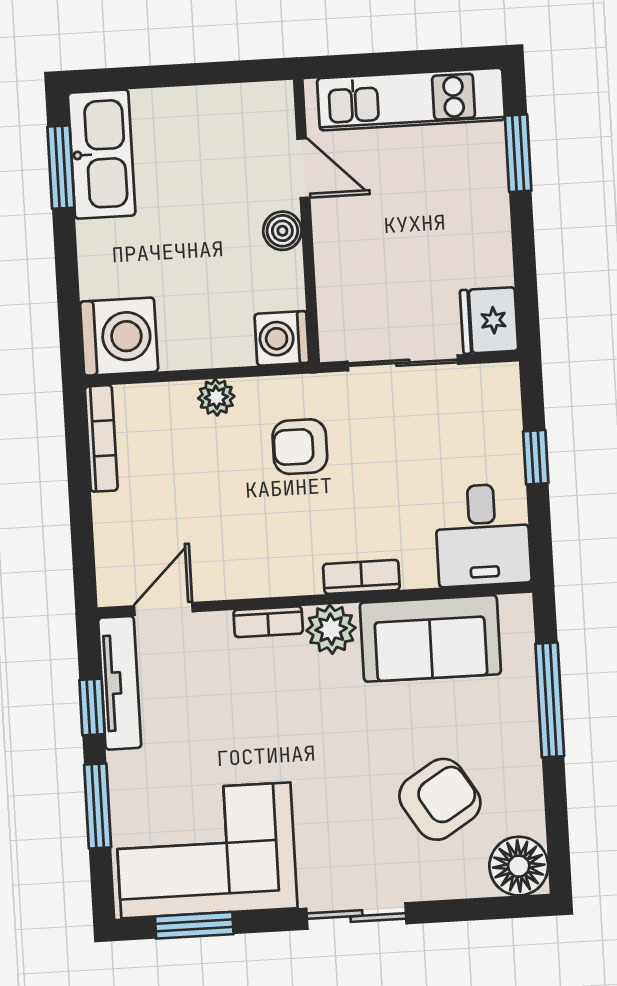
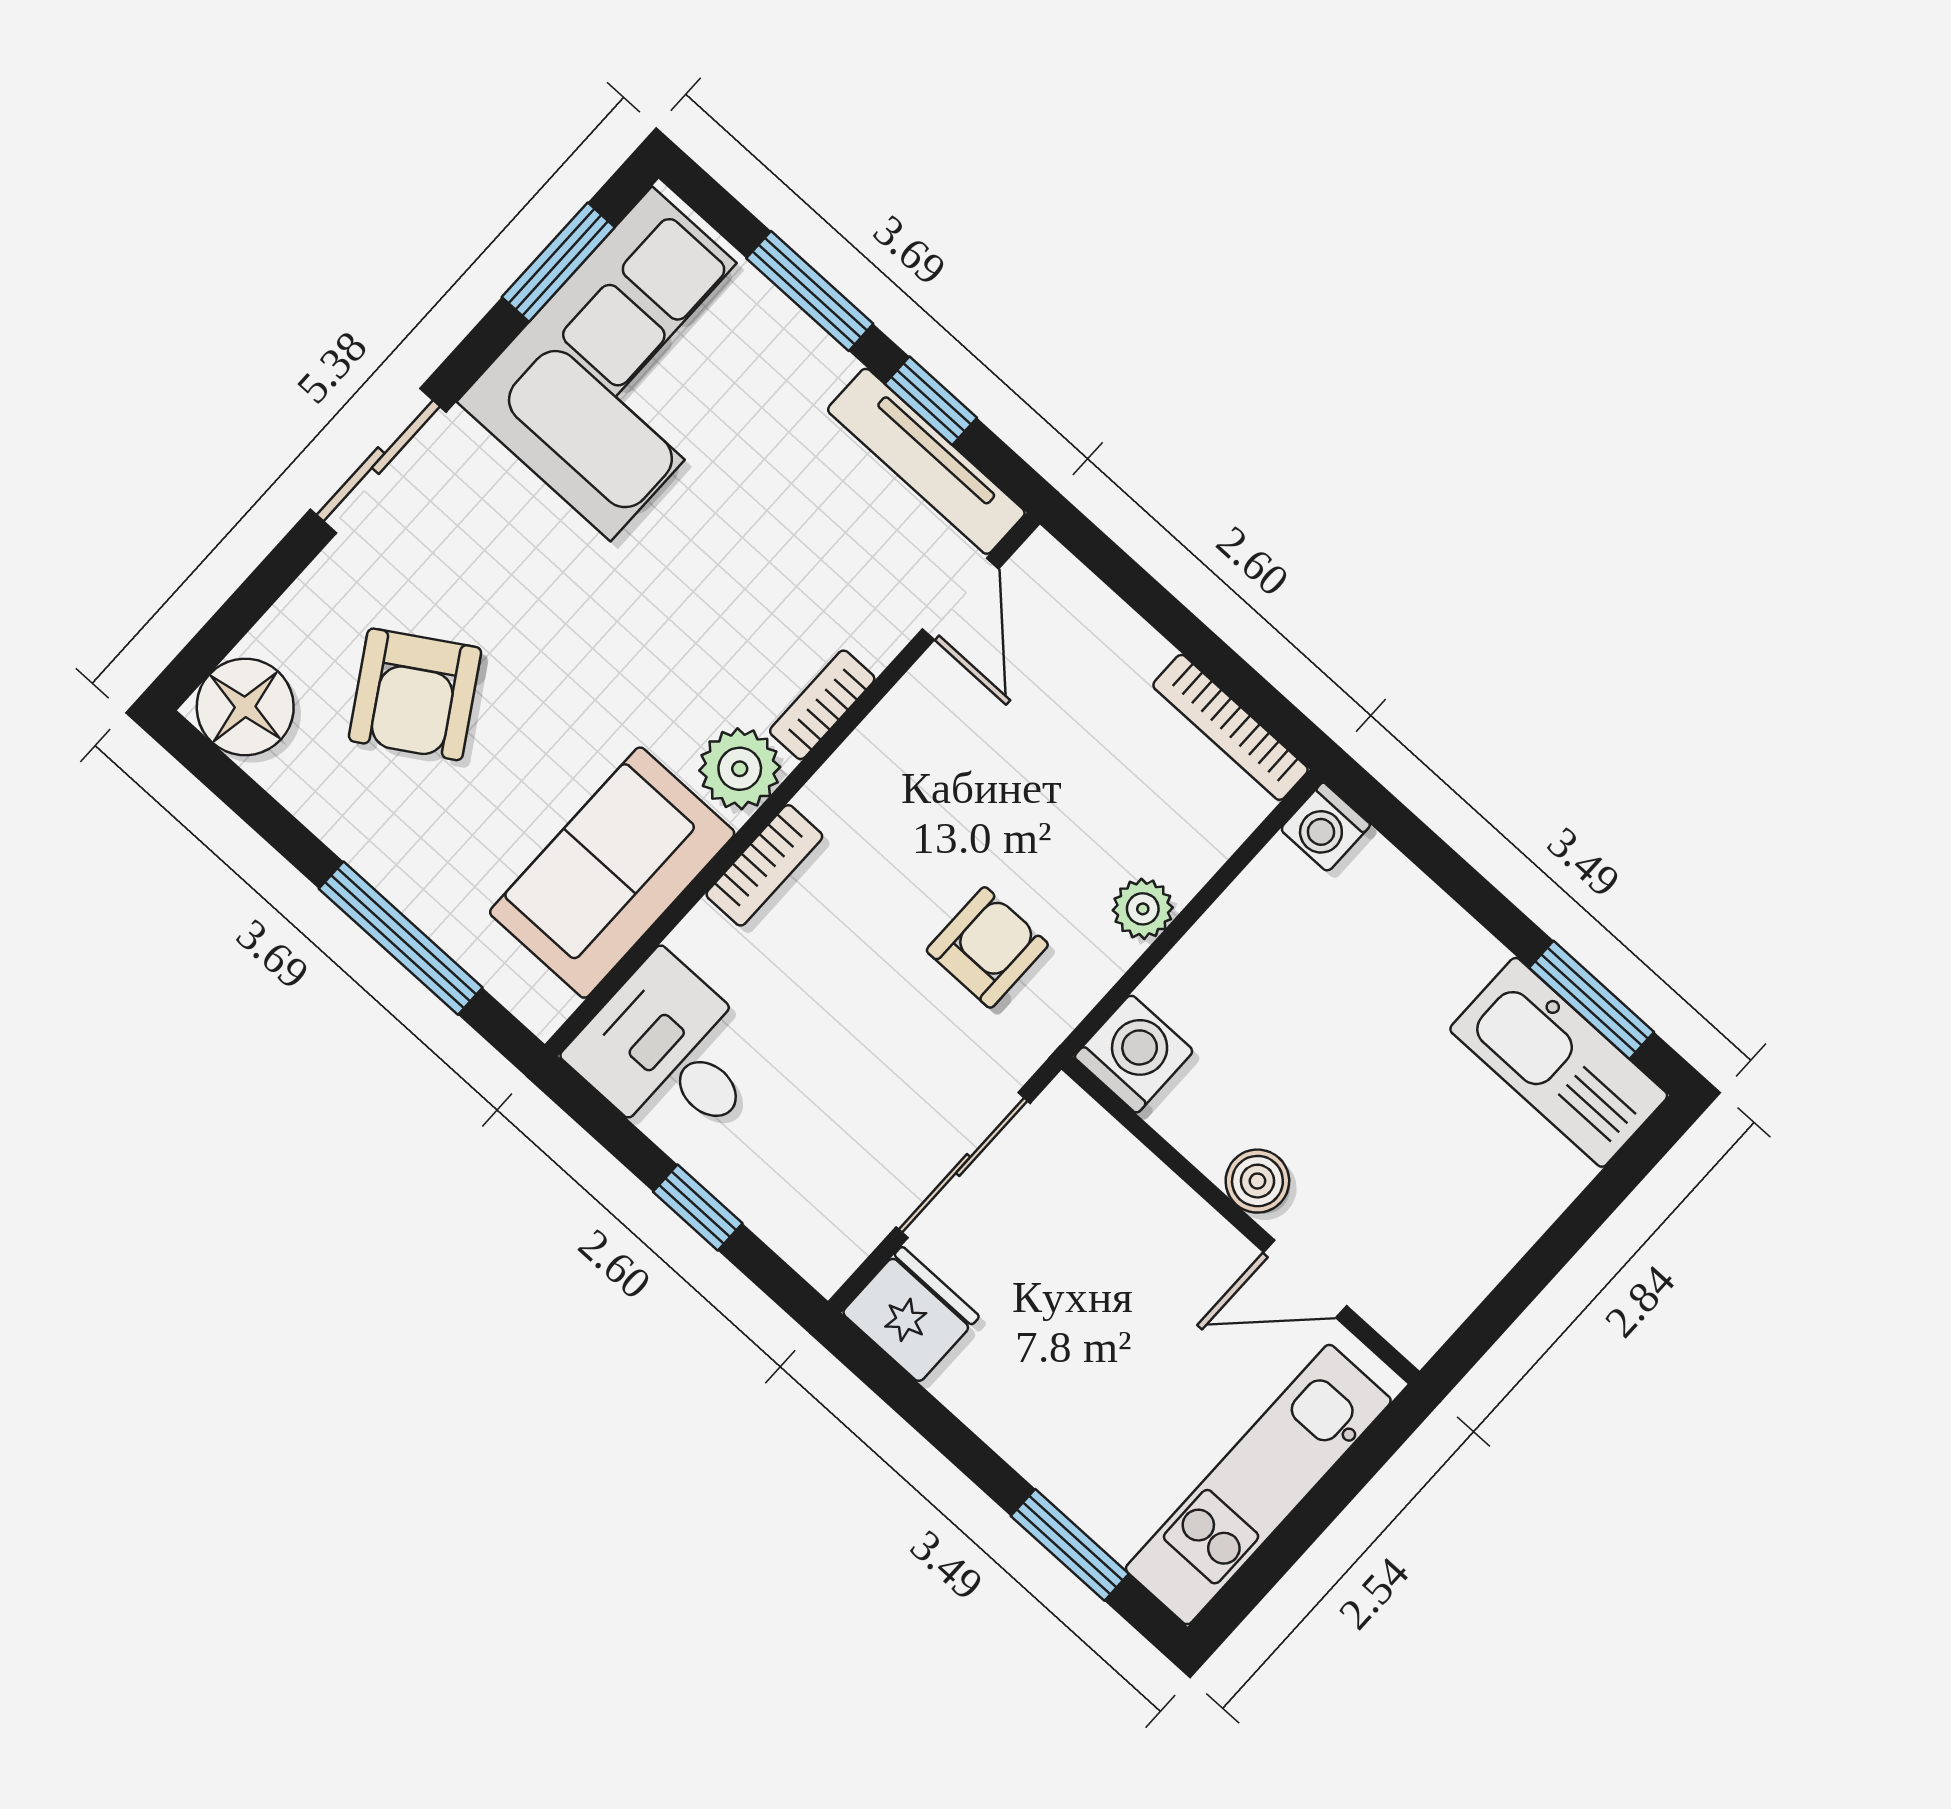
washing machine: (119, 337) -> (1325, 827), width x0.53, depth x0.53

